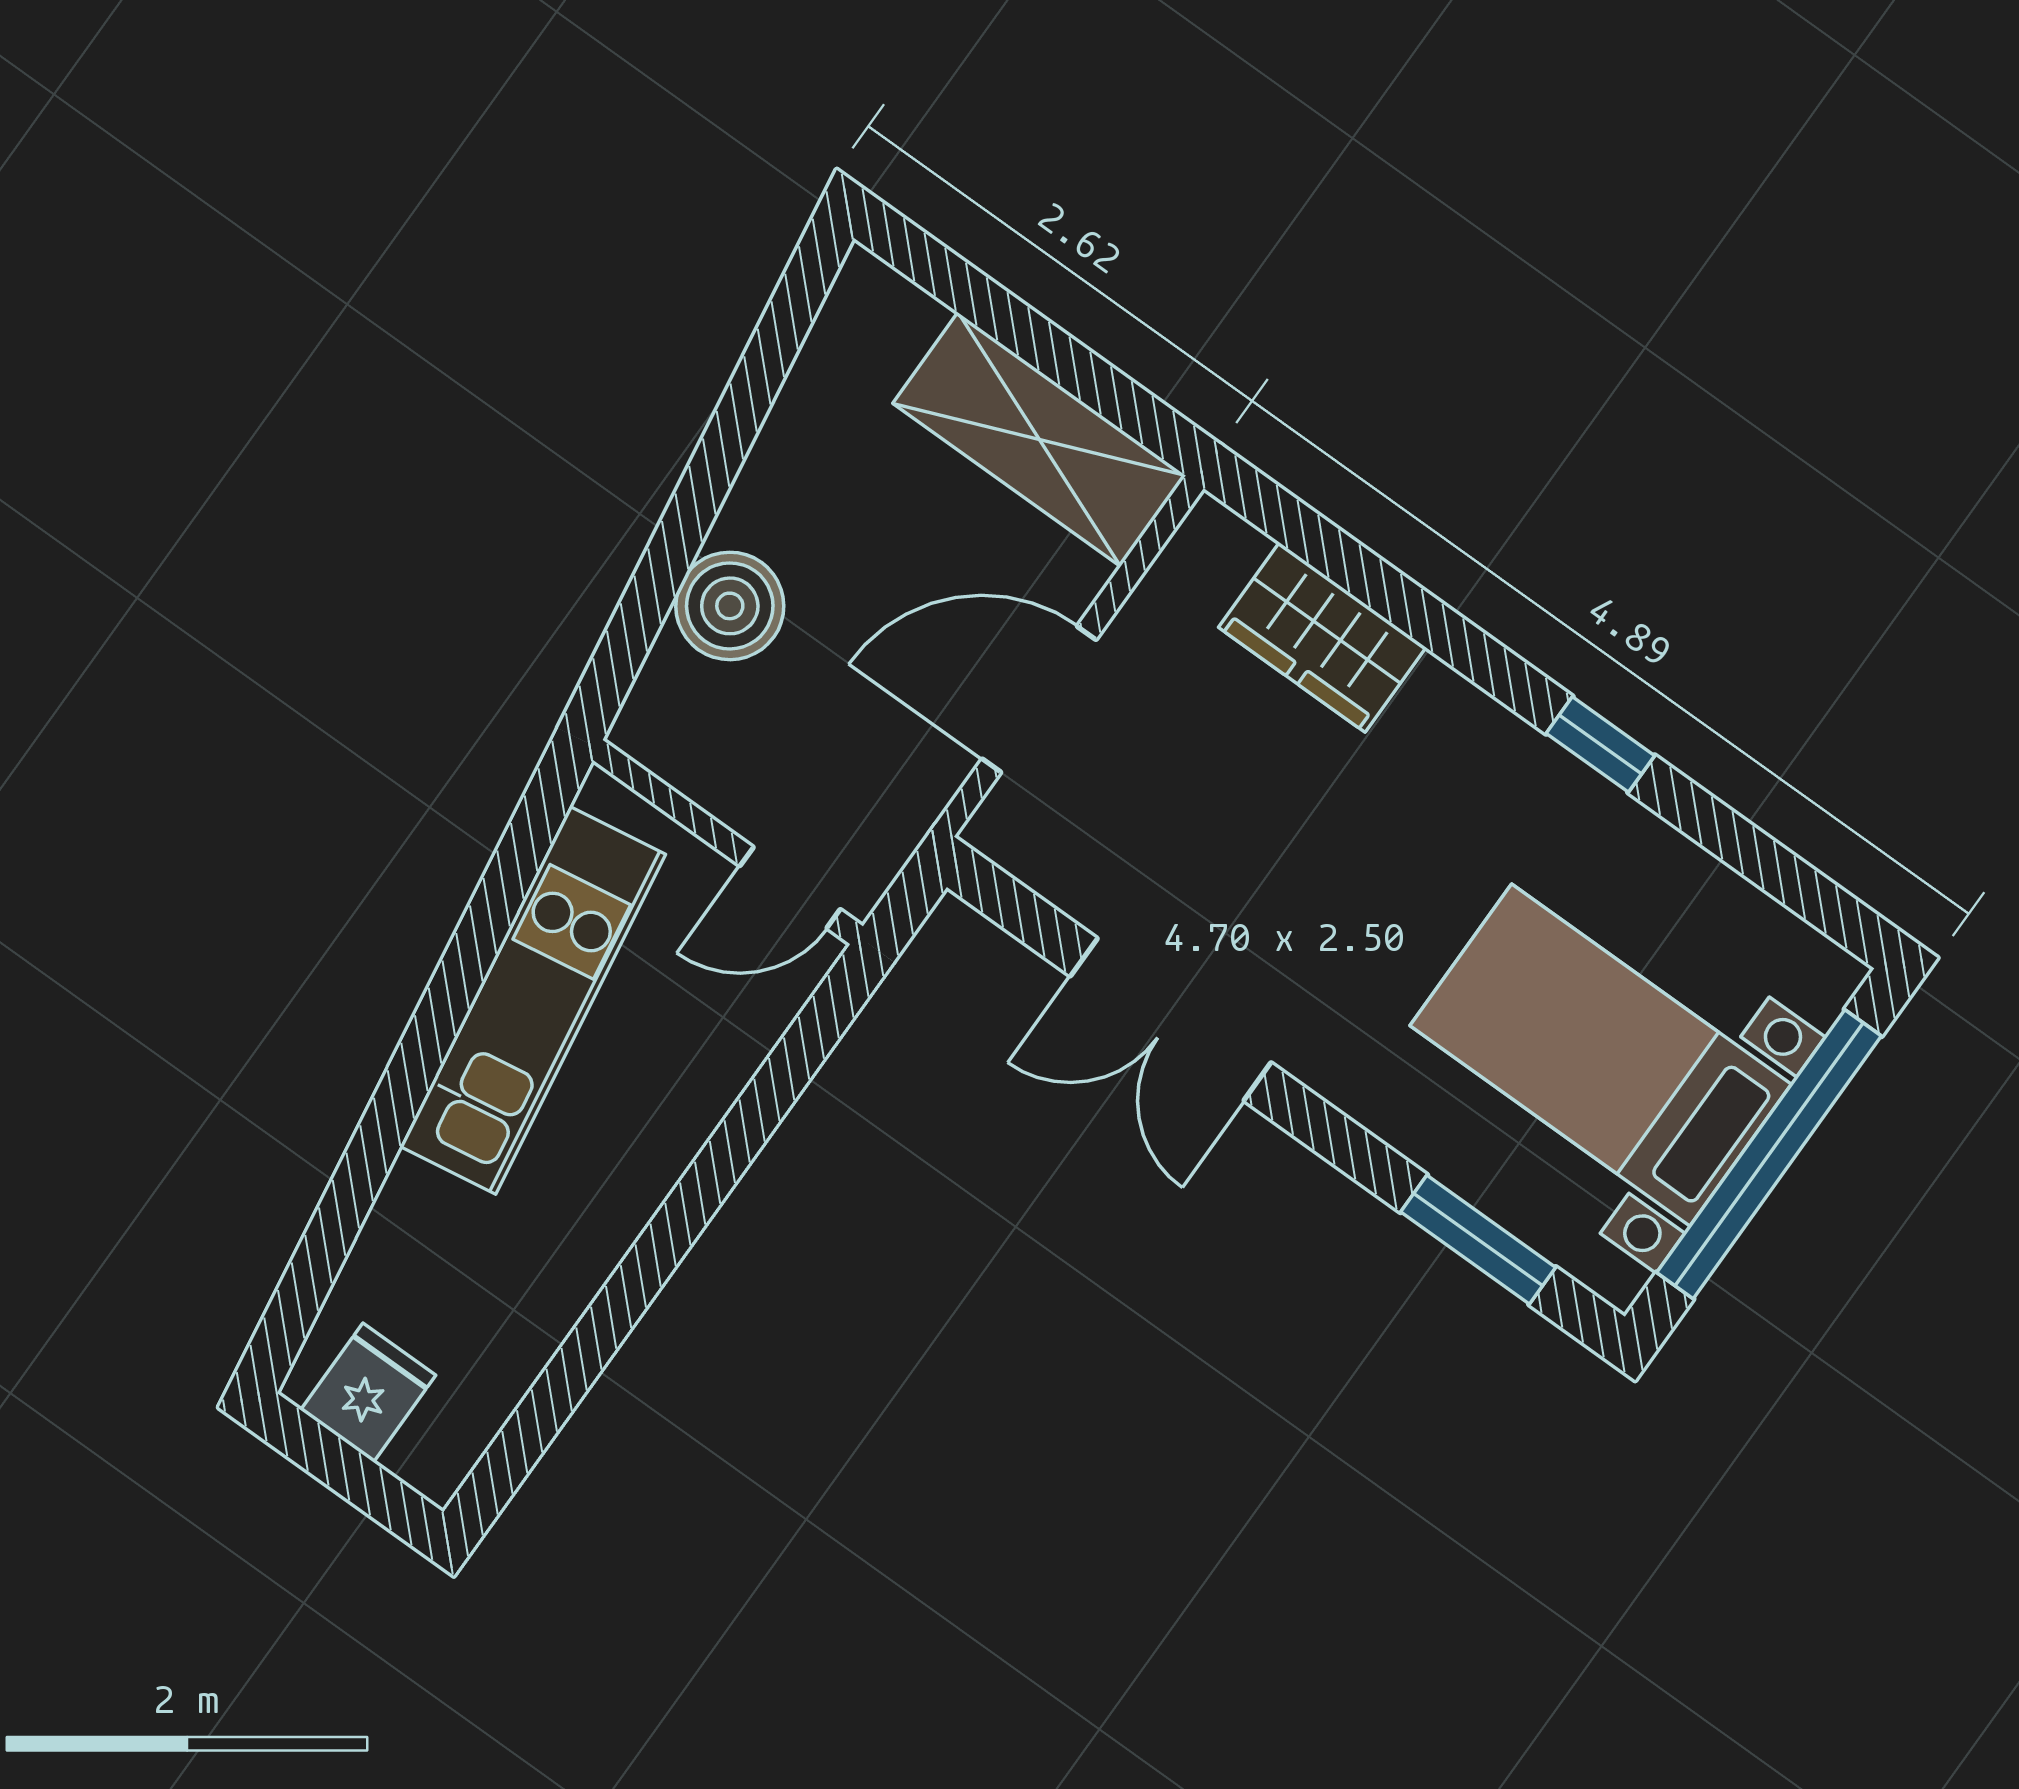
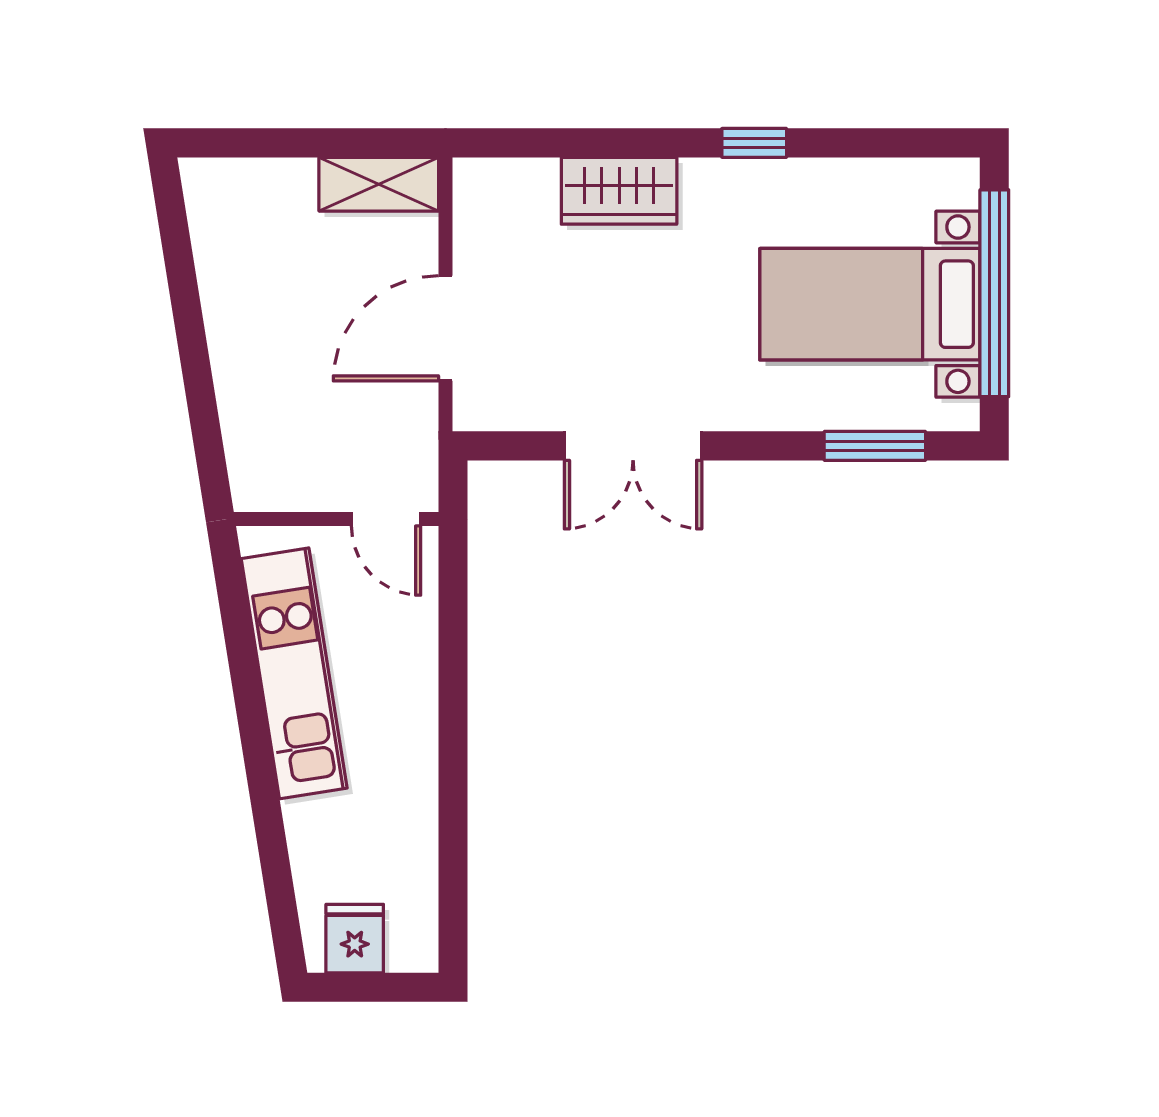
shelving: (1039, 439) -> (379, 184), width x0.67, depth x0.75
boiler: (730, 606) -> (250, 395), removed
wardrobe: (1322, 637) -> (619, 191), moved
door: (790, 888) -> (386, 519), hinge flipped

